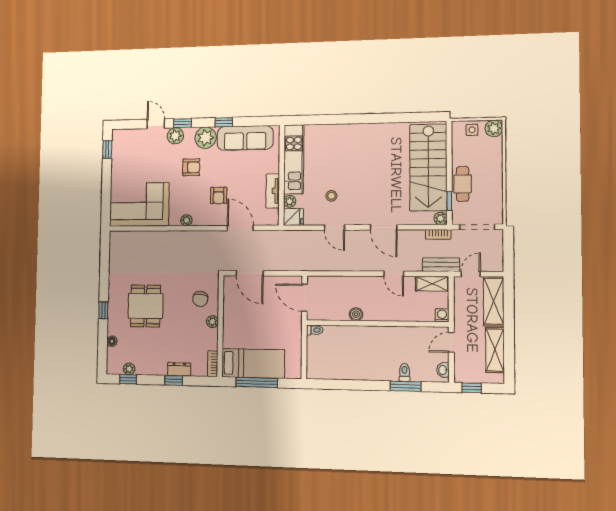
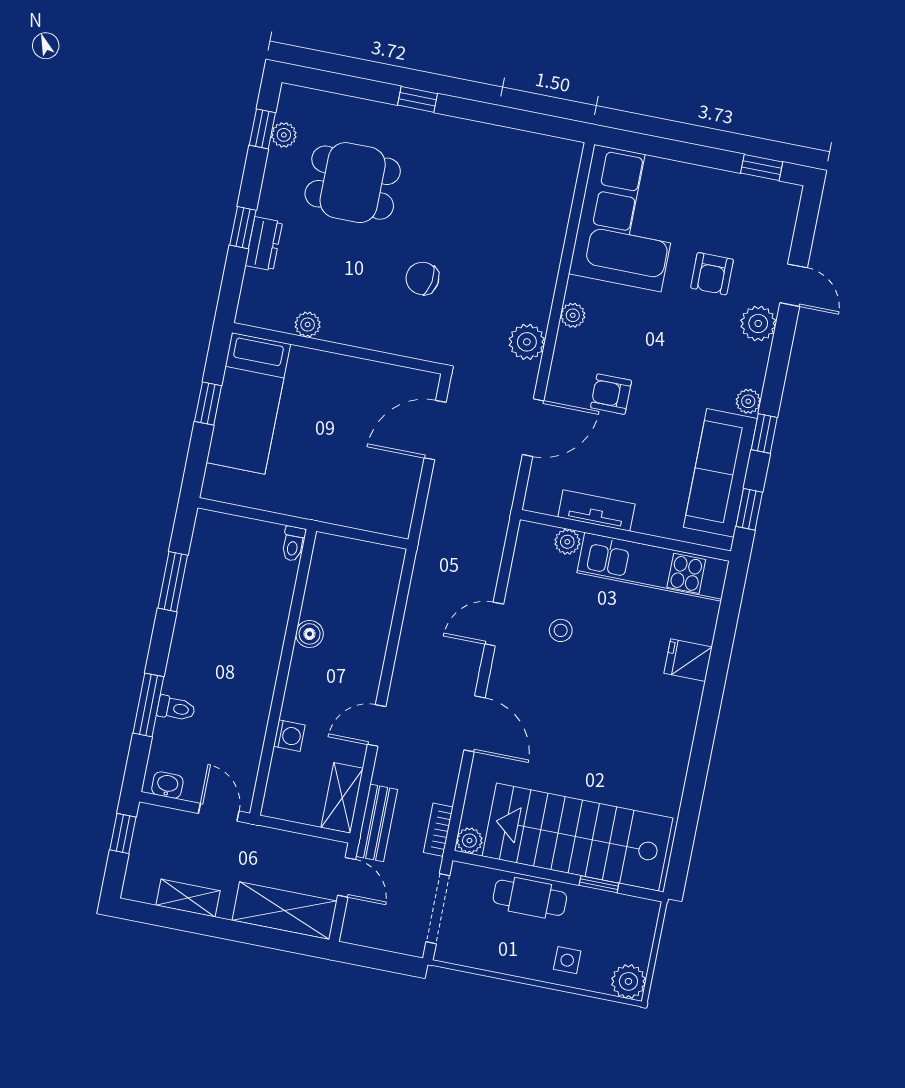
window: (182, 123) -> (749, 509), moved
door: (156, 124) -> (794, 285), hinge flipped
side table: (472, 130) -> (567, 960), moved
plant: (206, 138) -> (748, 401), width x0.53, depth x0.53
armchair: (191, 167) -> (712, 274), moved
window: (449, 201) -> (599, 884), moved
fridge: (293, 217) -> (688, 660), moved, turned 90
door: (384, 227) -> (474, 724), swing flipped
plant: (202, 239) -> (527, 342), added
door: (305, 298) -> (363, 535), removed
chair: (200, 299) -> (422, 278), moved
dining table: (145, 306) -> (353, 183), moved
washing machine: (442, 315) -> (289, 736), moved
plant: (212, 322) -> (308, 325), moved
floor lamp: (112, 341) -> (349, 107), removed
shelving: (495, 350) -> (188, 898), width x0.67, depth x0.75
bookcase: (213, 364) -> (262, 318), removed
window: (257, 382) -> (208, 403), width x0.46
window: (344, 385) -> (173, 582), added

